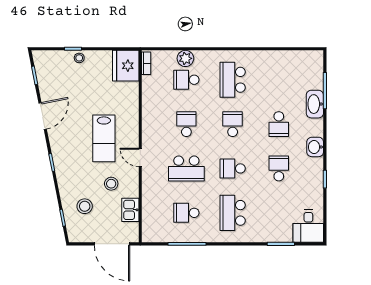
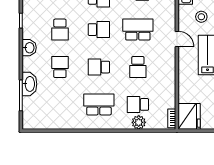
school desk: (186, 80) -> (138, 104), turned 180
school desk: (233, 80) -> (99, 104), turned -90
school desk: (233, 124) -> (99, 67), turned 90

